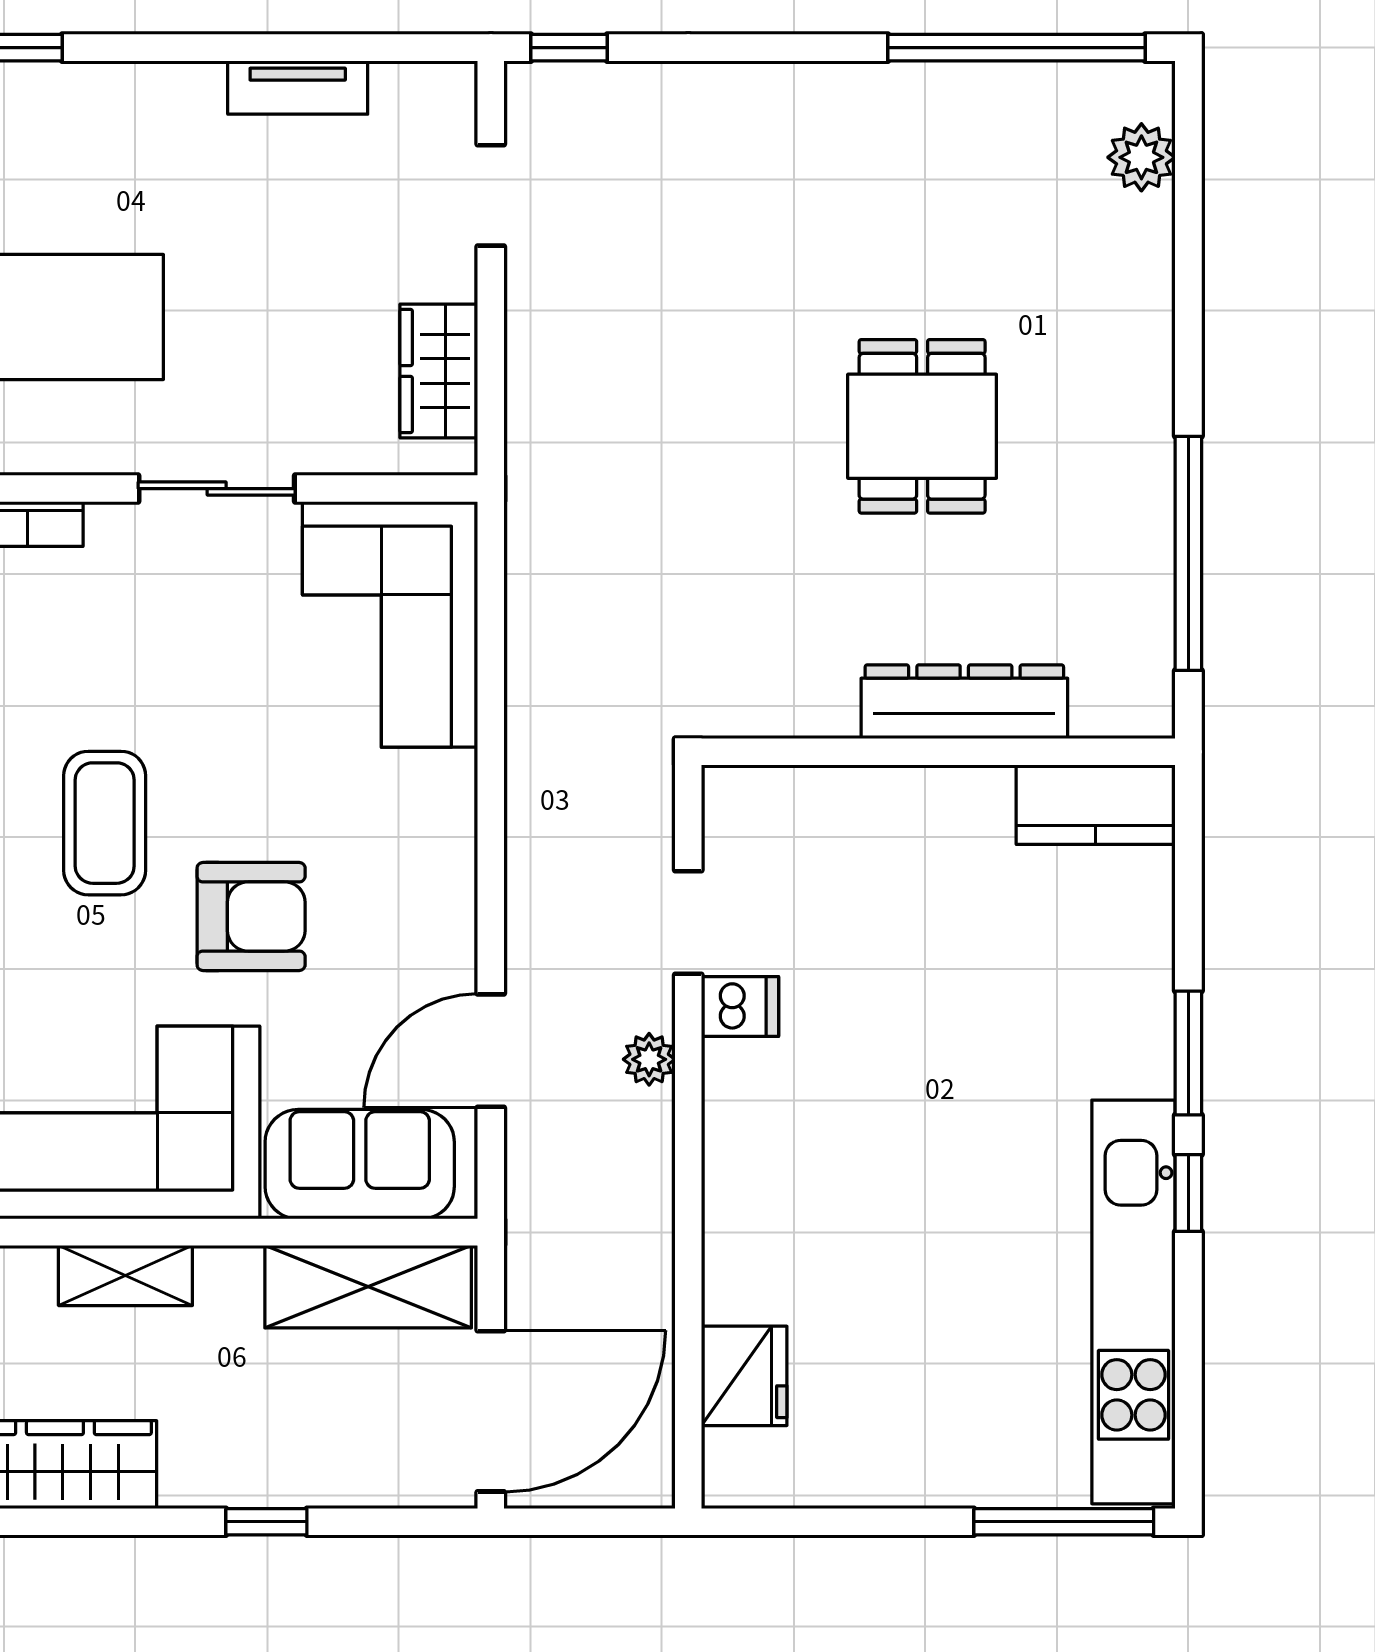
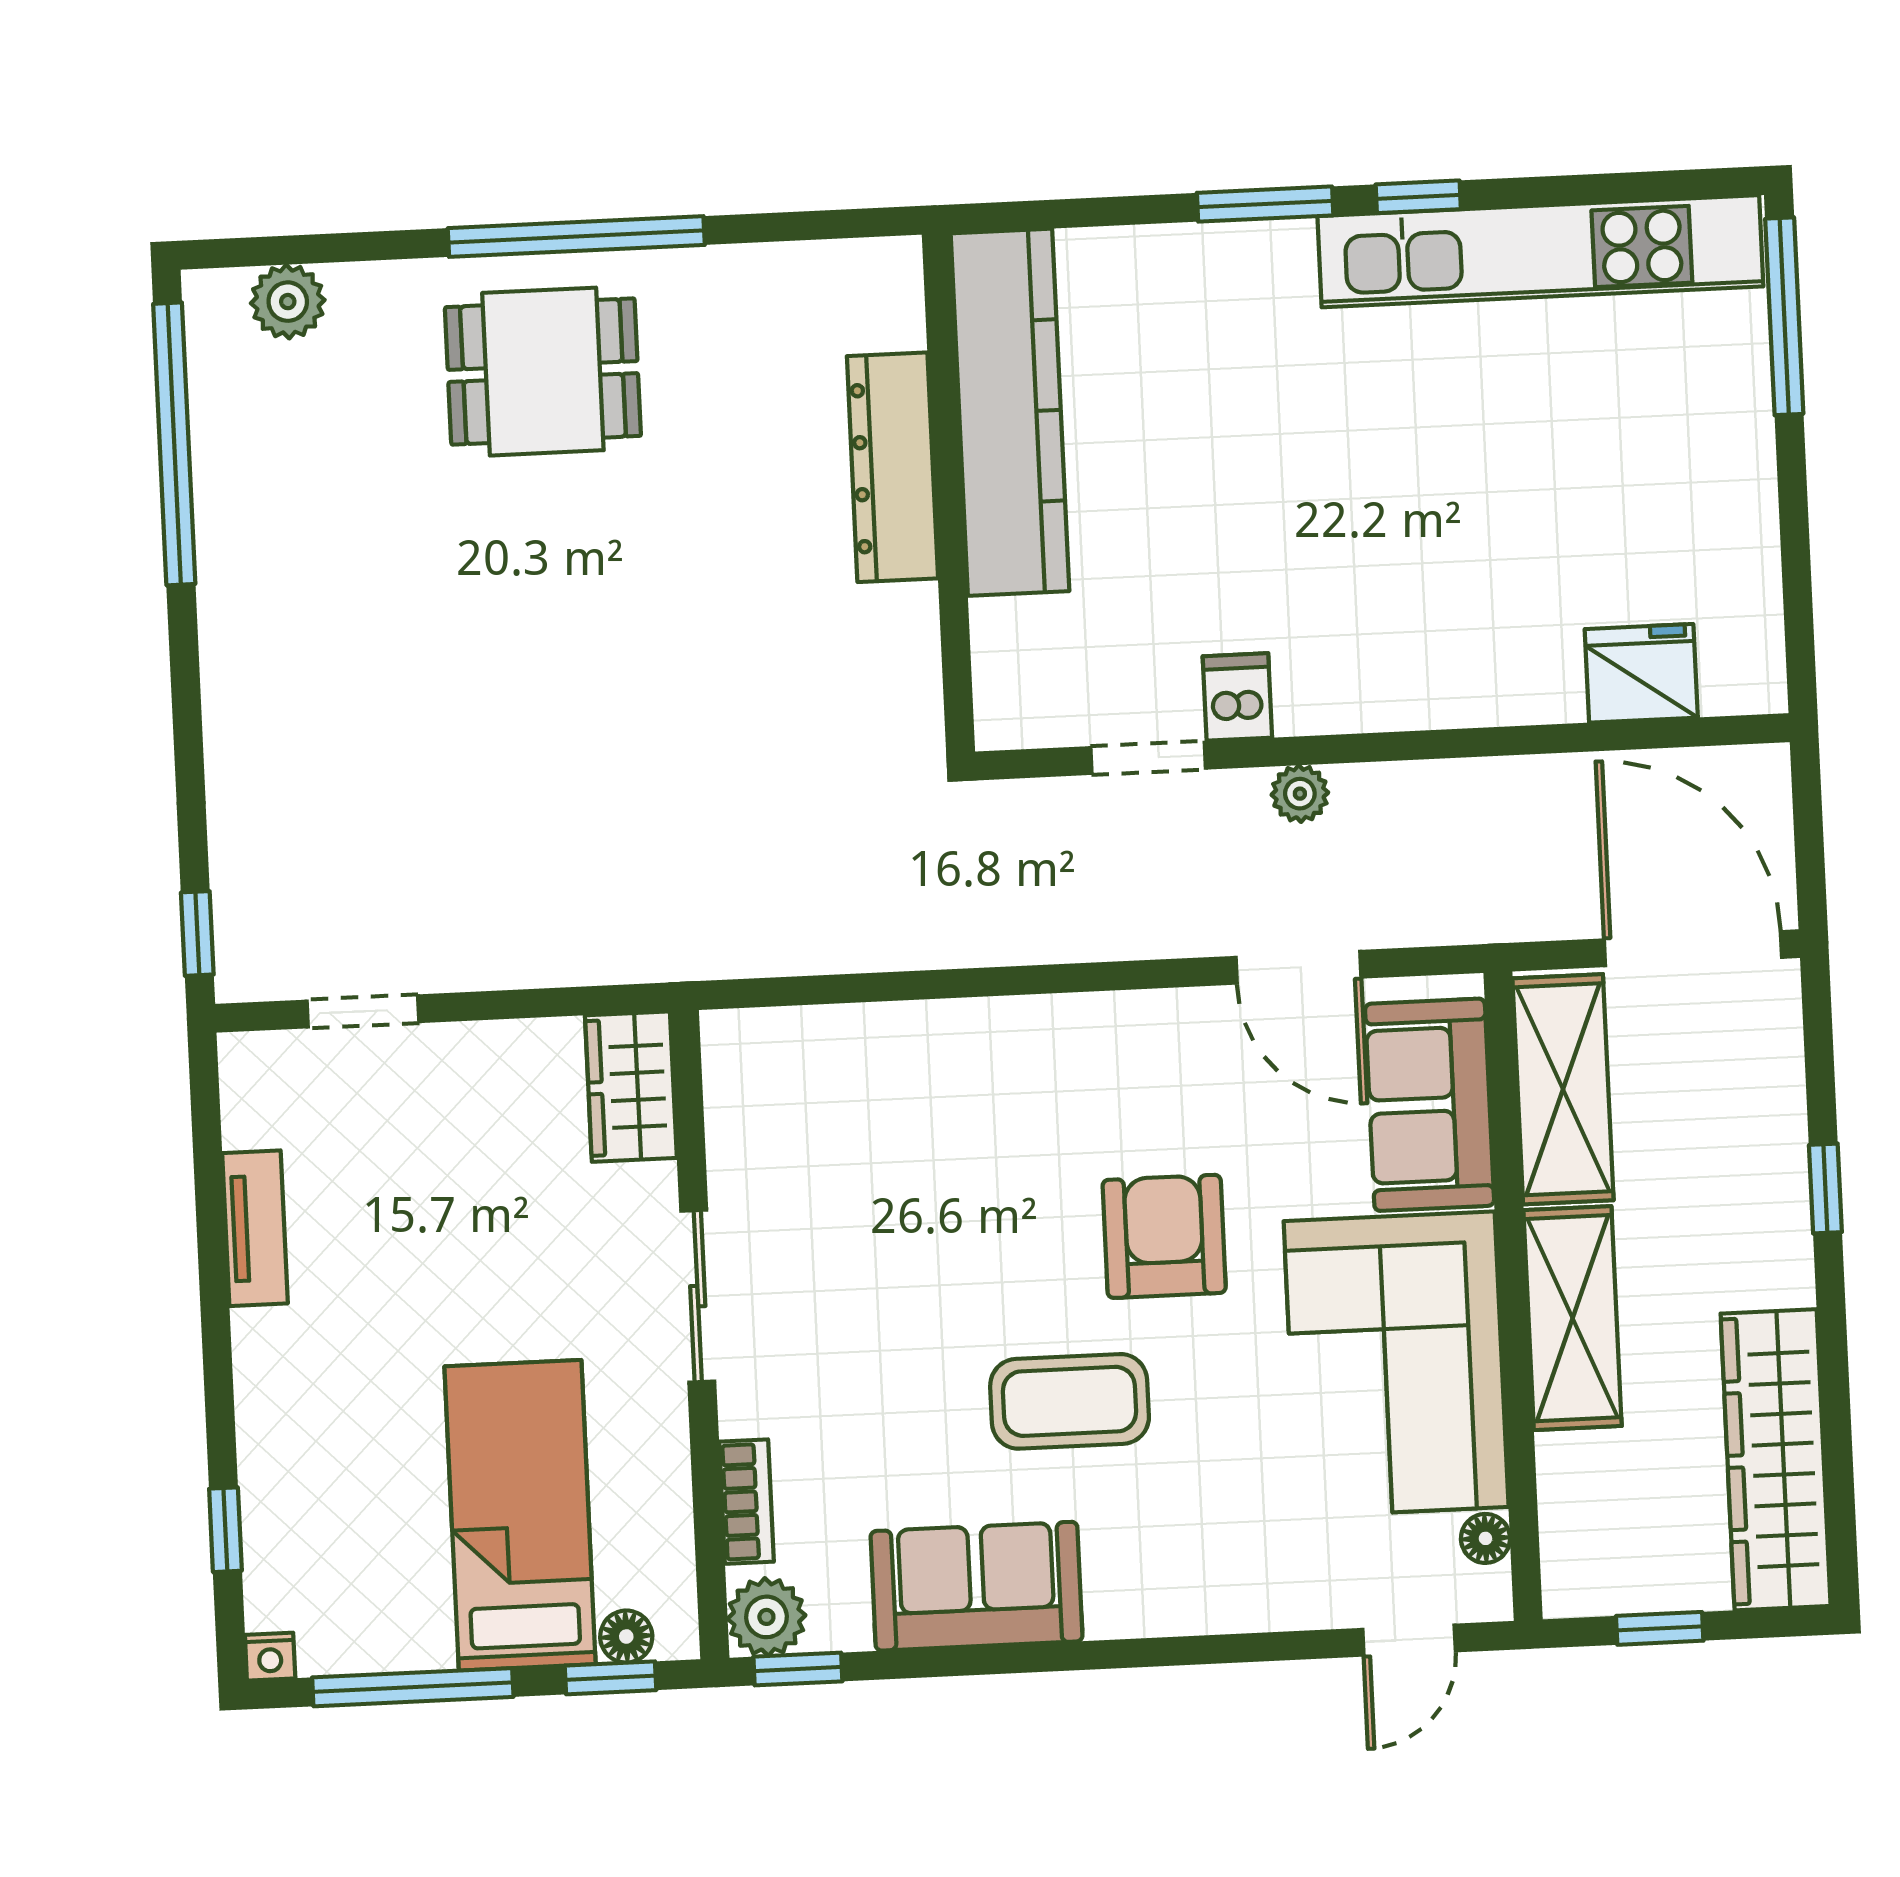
wardrobe: (439, 371) -> (631, 1087), moved, turned 90
dining table: (922, 426) -> (543, 372), moved
window: (1188, 553) -> (576, 237), moved
corner sofa: (390, 624) -> (838, 1099), removed
kitchen counter: (1096, 805) -> (1010, 412), width x2.08, depth x1.17
shelving: (125, 1275) -> (1573, 1318), width x1.50, depth x1.33

